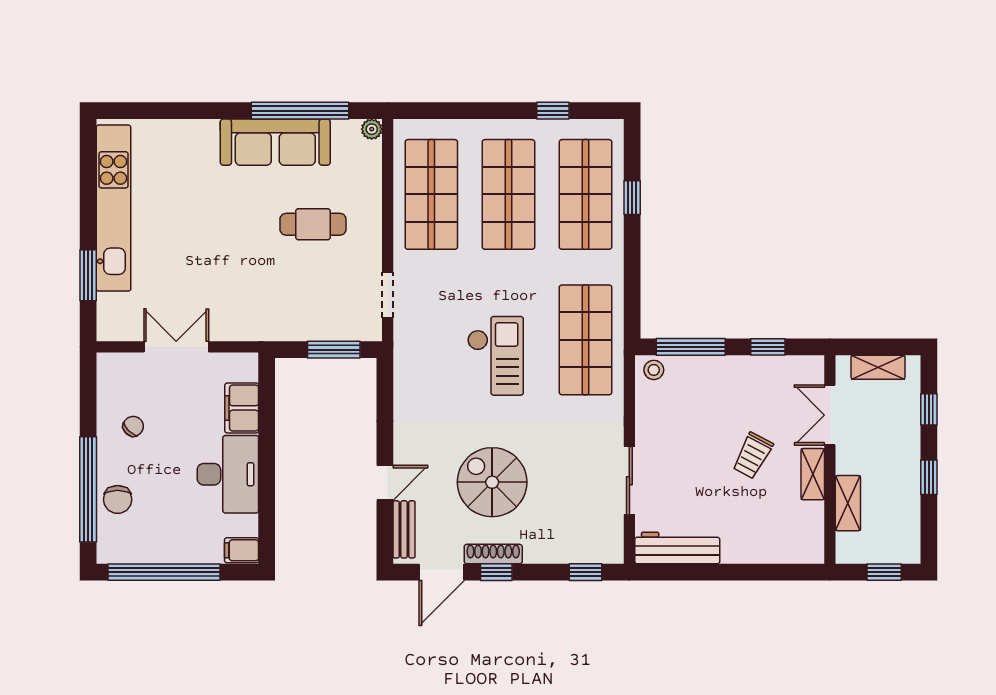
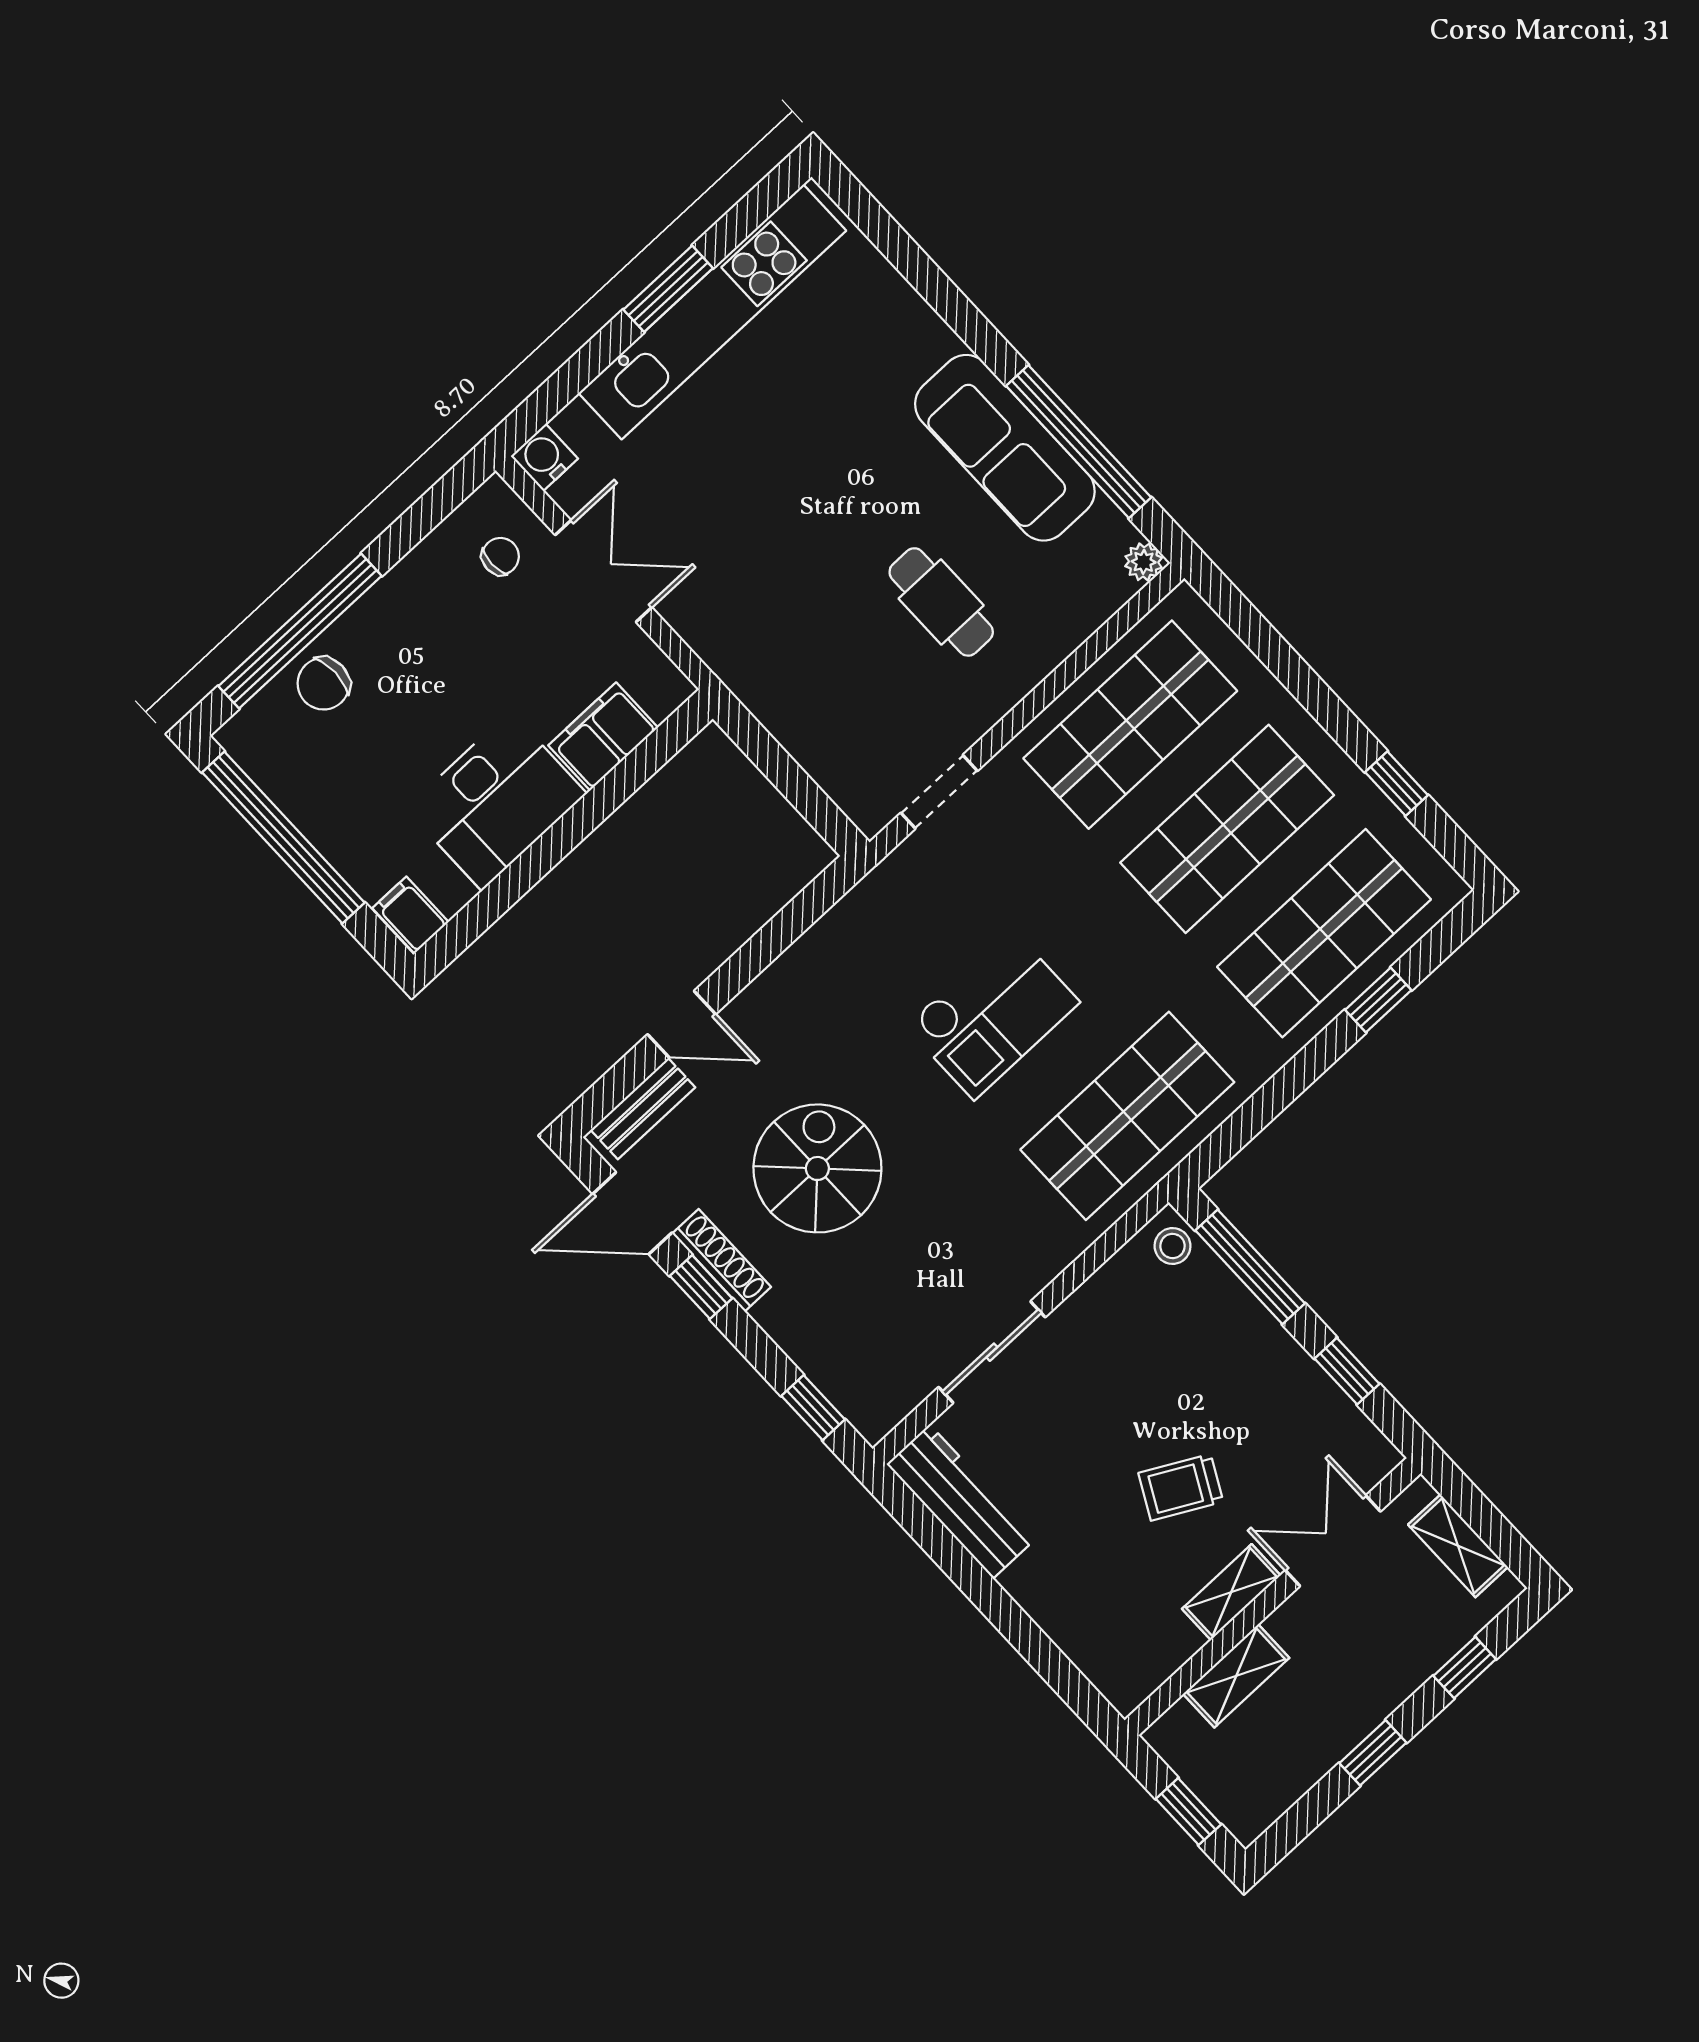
window: (88, 275) -> (668, 289), moved
water cooler: (109, 328) -> (544, 457), added
window: (334, 350) -> (798, 788), removed
chair: (133, 426) -> (500, 556), moved, turned -45

